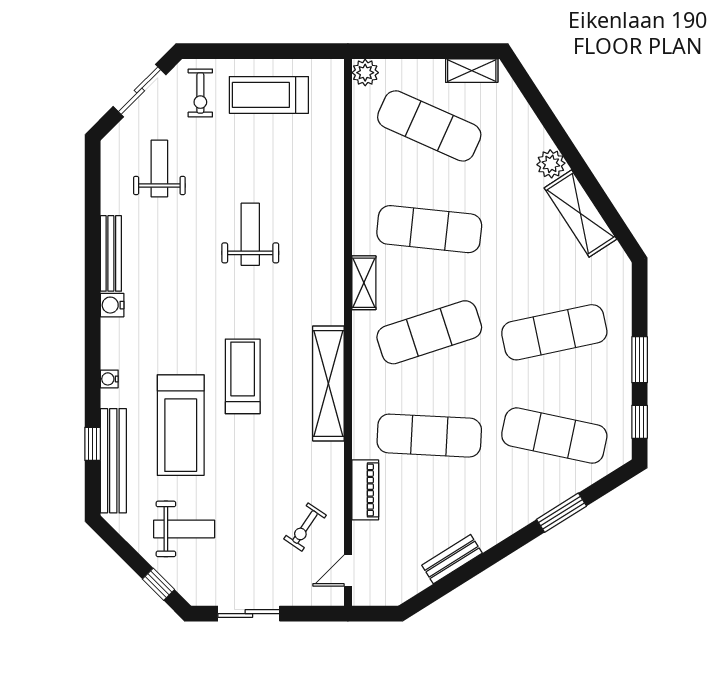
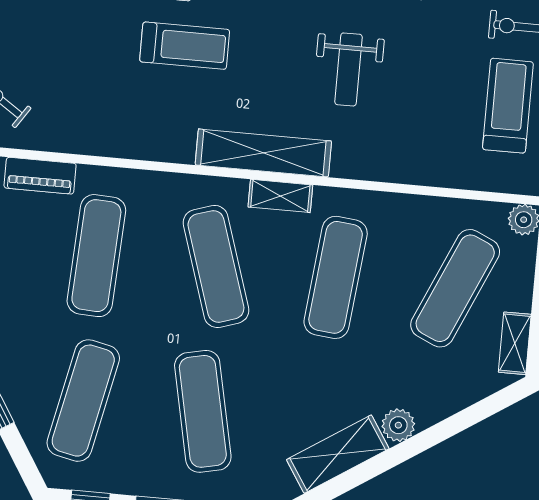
weight bench: (250, 234) -> (348, 69), turned 90
shelving: (328, 383) -> (263, 153), moved

